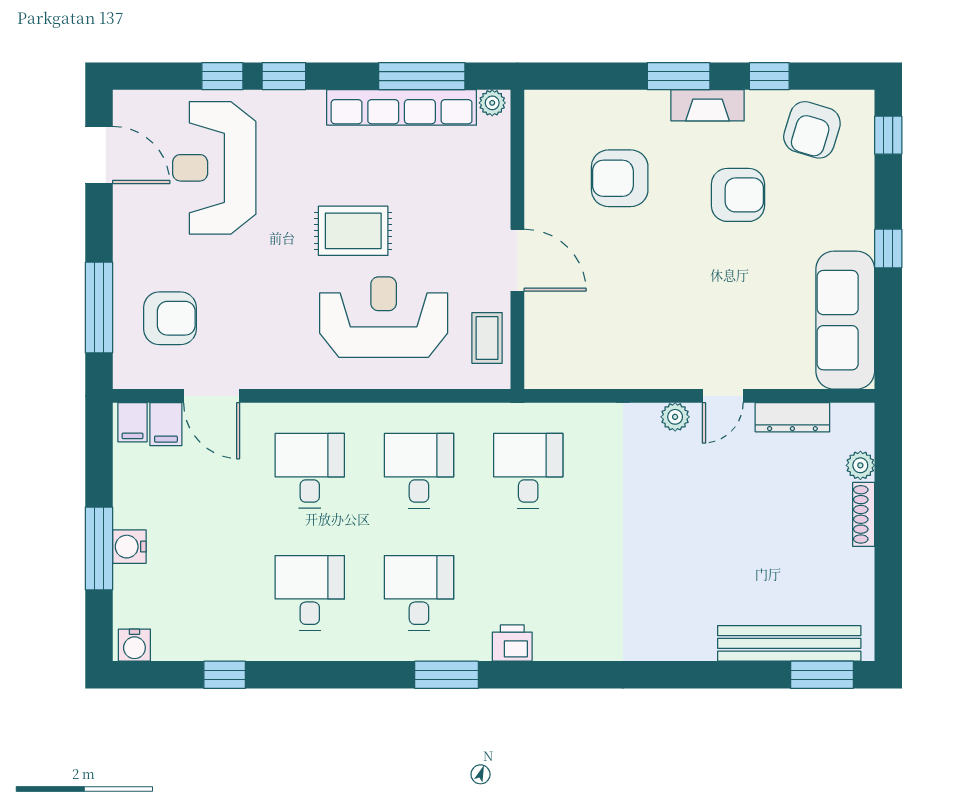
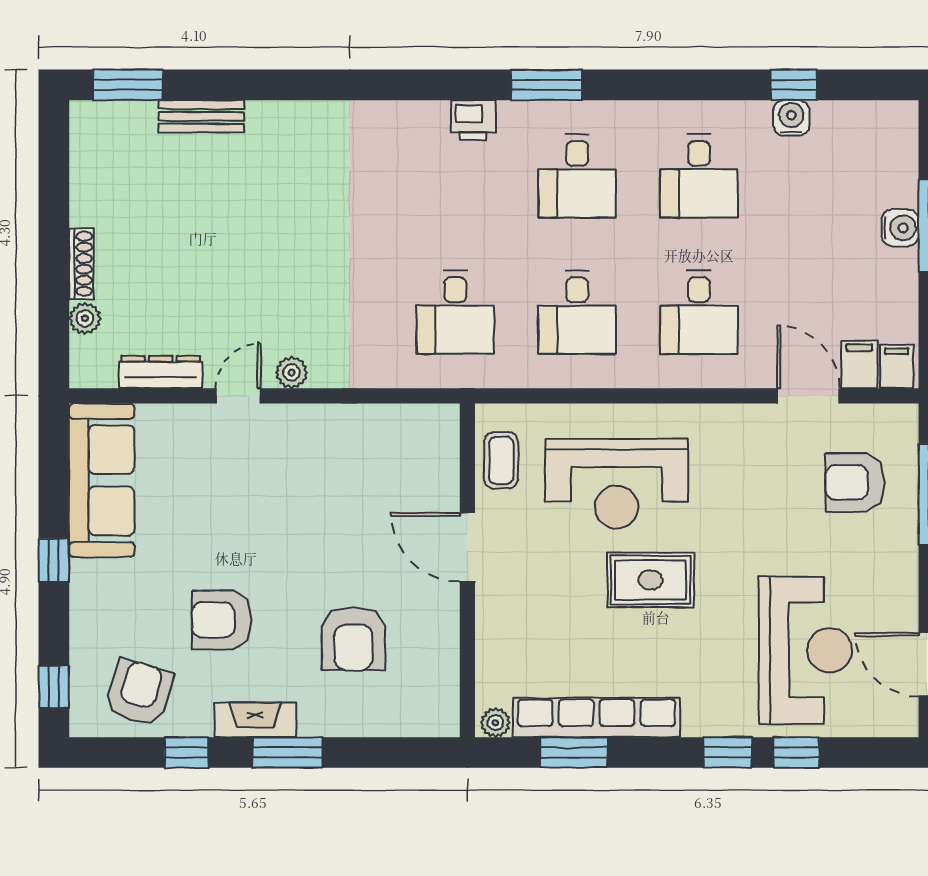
window: (422, 76) -> (574, 752), width x0.69
armchair: (620, 178) -> (353, 639), turned 90
bench: (789, 643) -> (201, 116), width x0.54, depth x0.82
water cooler: (134, 645) -> (791, 118), moved

